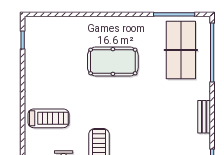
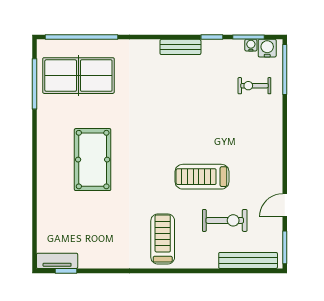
tv unit: (31, 33) -> (57, 261), added
bench: (204, 117) -> (180, 47), moved

